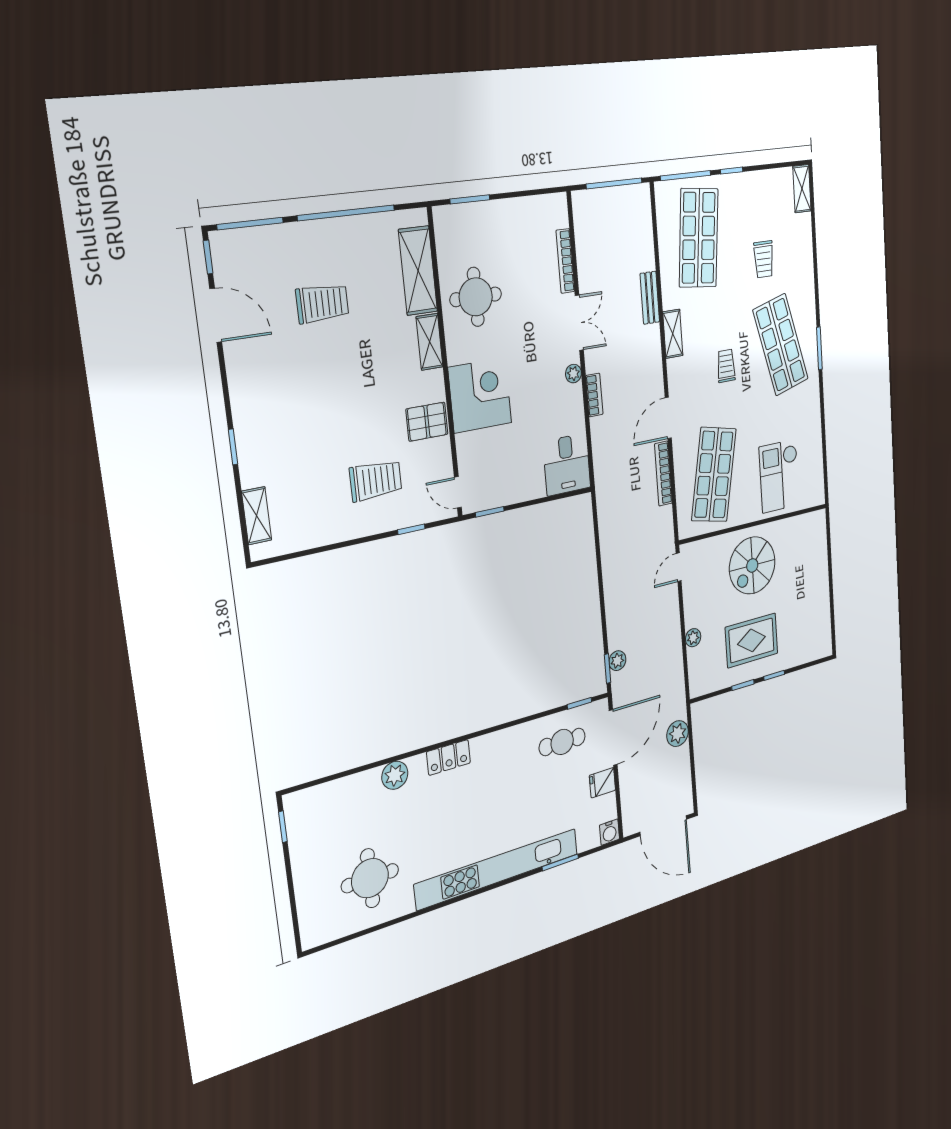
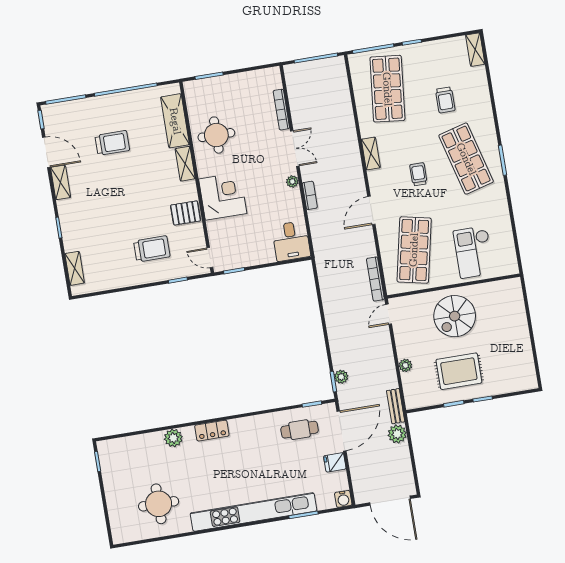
bench: (650, 298) -> (396, 406), moved
shelving: (238, 369) -> (61, 182), added
bookcase: (663, 474) -> (375, 279), moved

